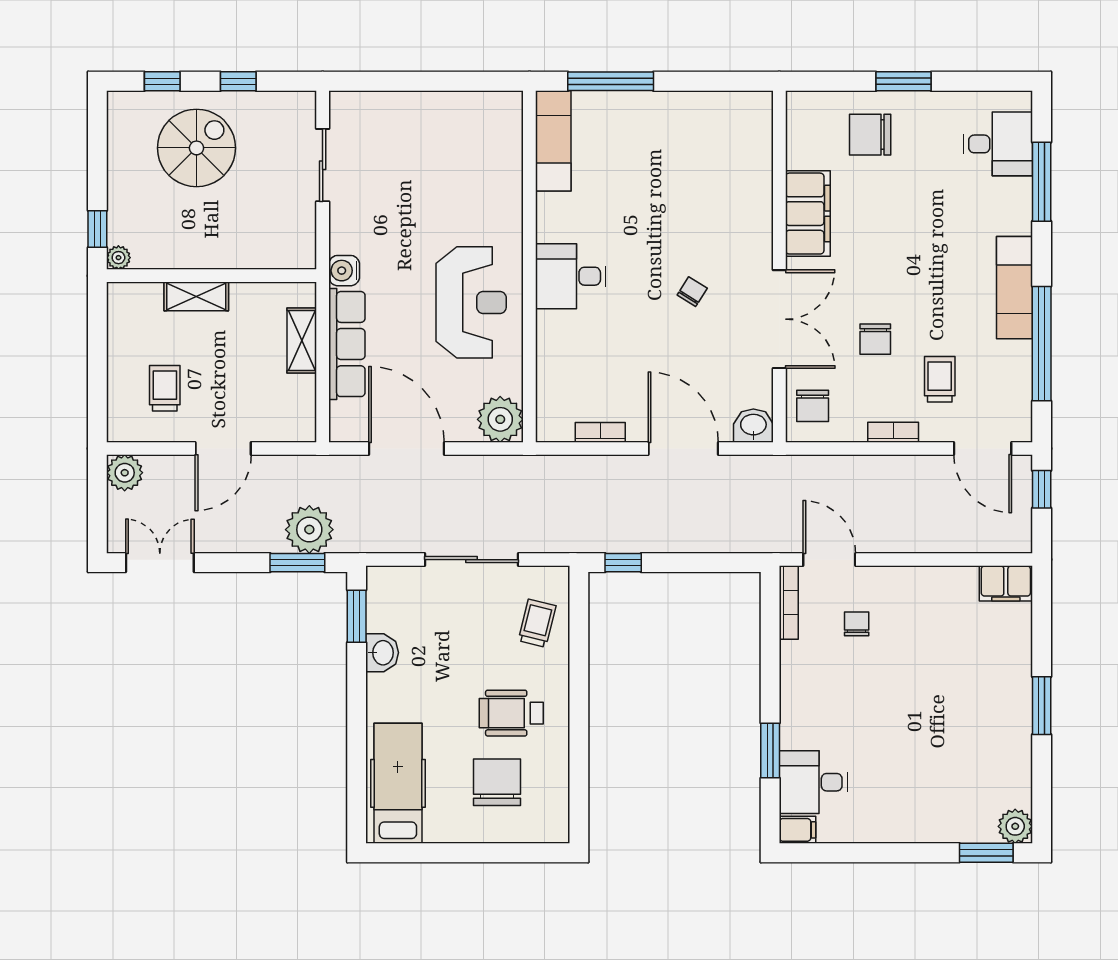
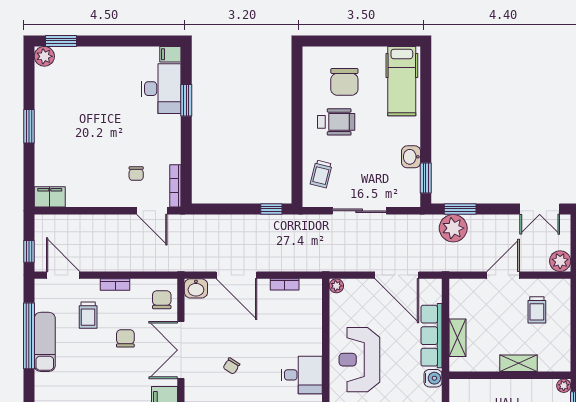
exam couch: (1014, 288) -> (45, 342), moved
plant: (500, 419) -> (336, 286), width x0.53, depth x0.53
desk: (813, 782) -> (161, 89), width x1.37

